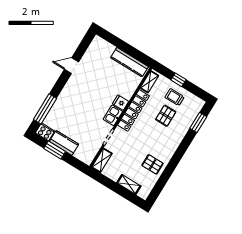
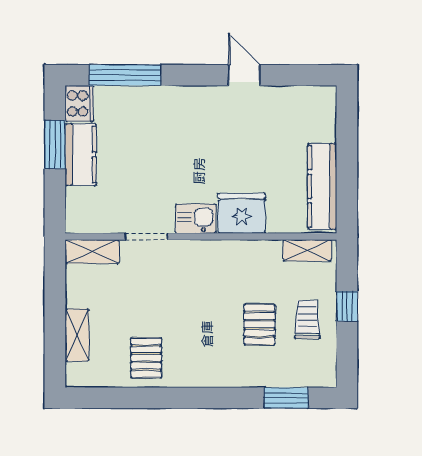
fridge: (121, 103) -> (242, 213), width x1.88, depth x1.34
locker: (134, 110) -> (231, 254), removed
pallet: (166, 116) -> (259, 324), turned 90

